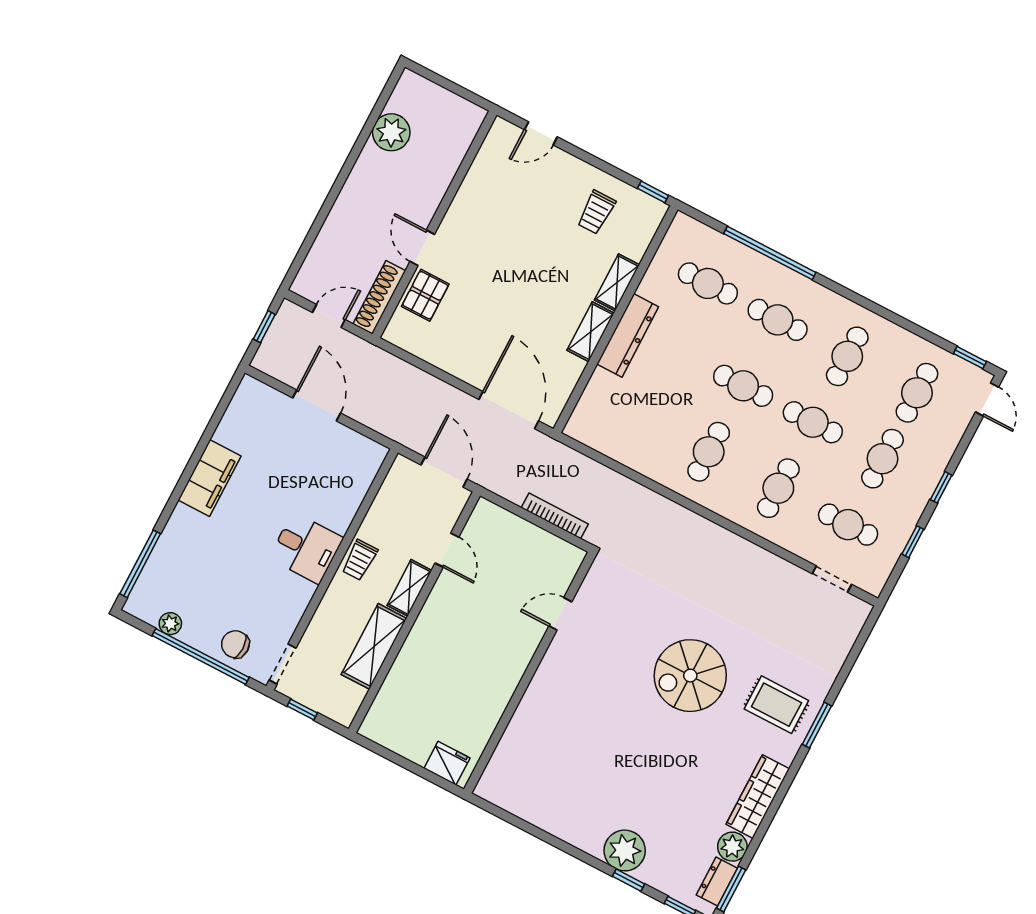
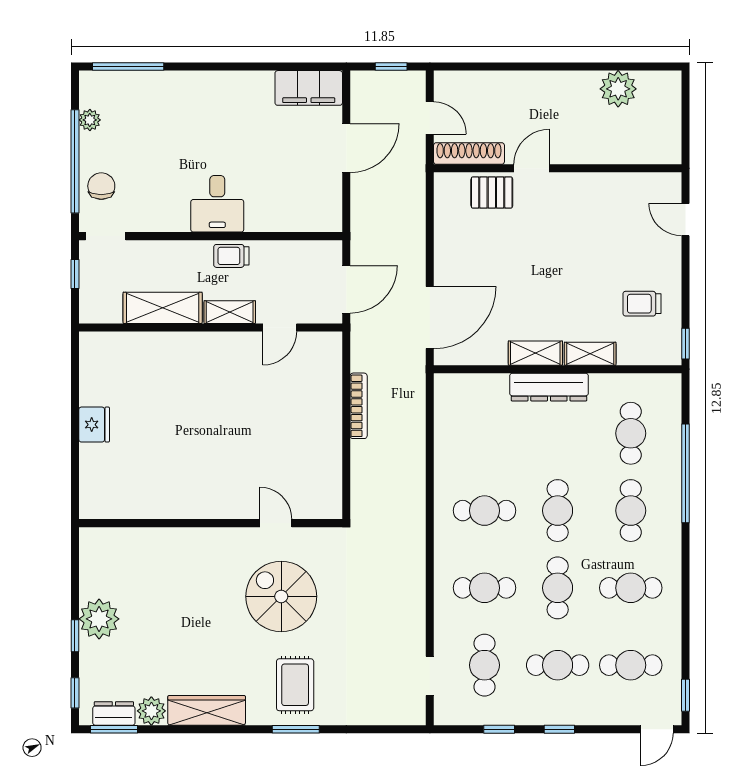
filing cabinet: (210, 478) -> (309, 88), moved
door: (560, 614) -> (276, 523), moved
wall: (530, 673) -> (211, 523), moved

